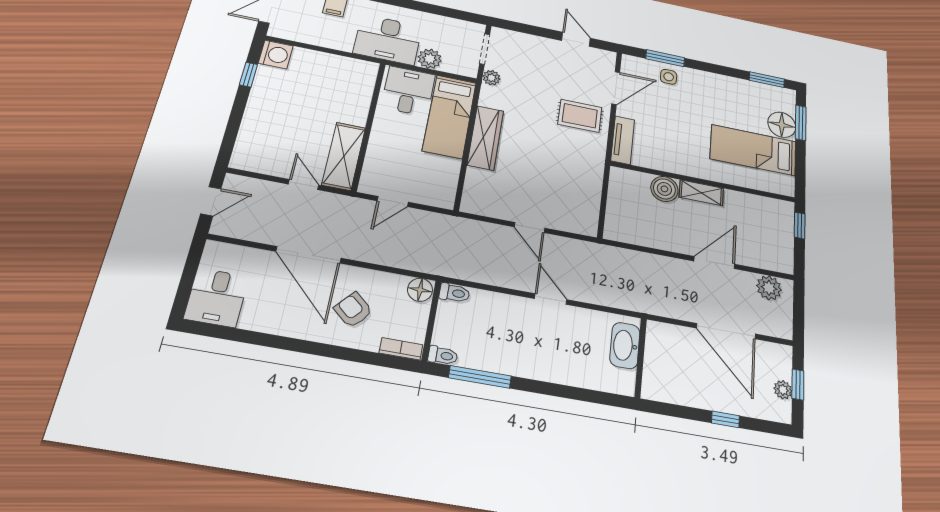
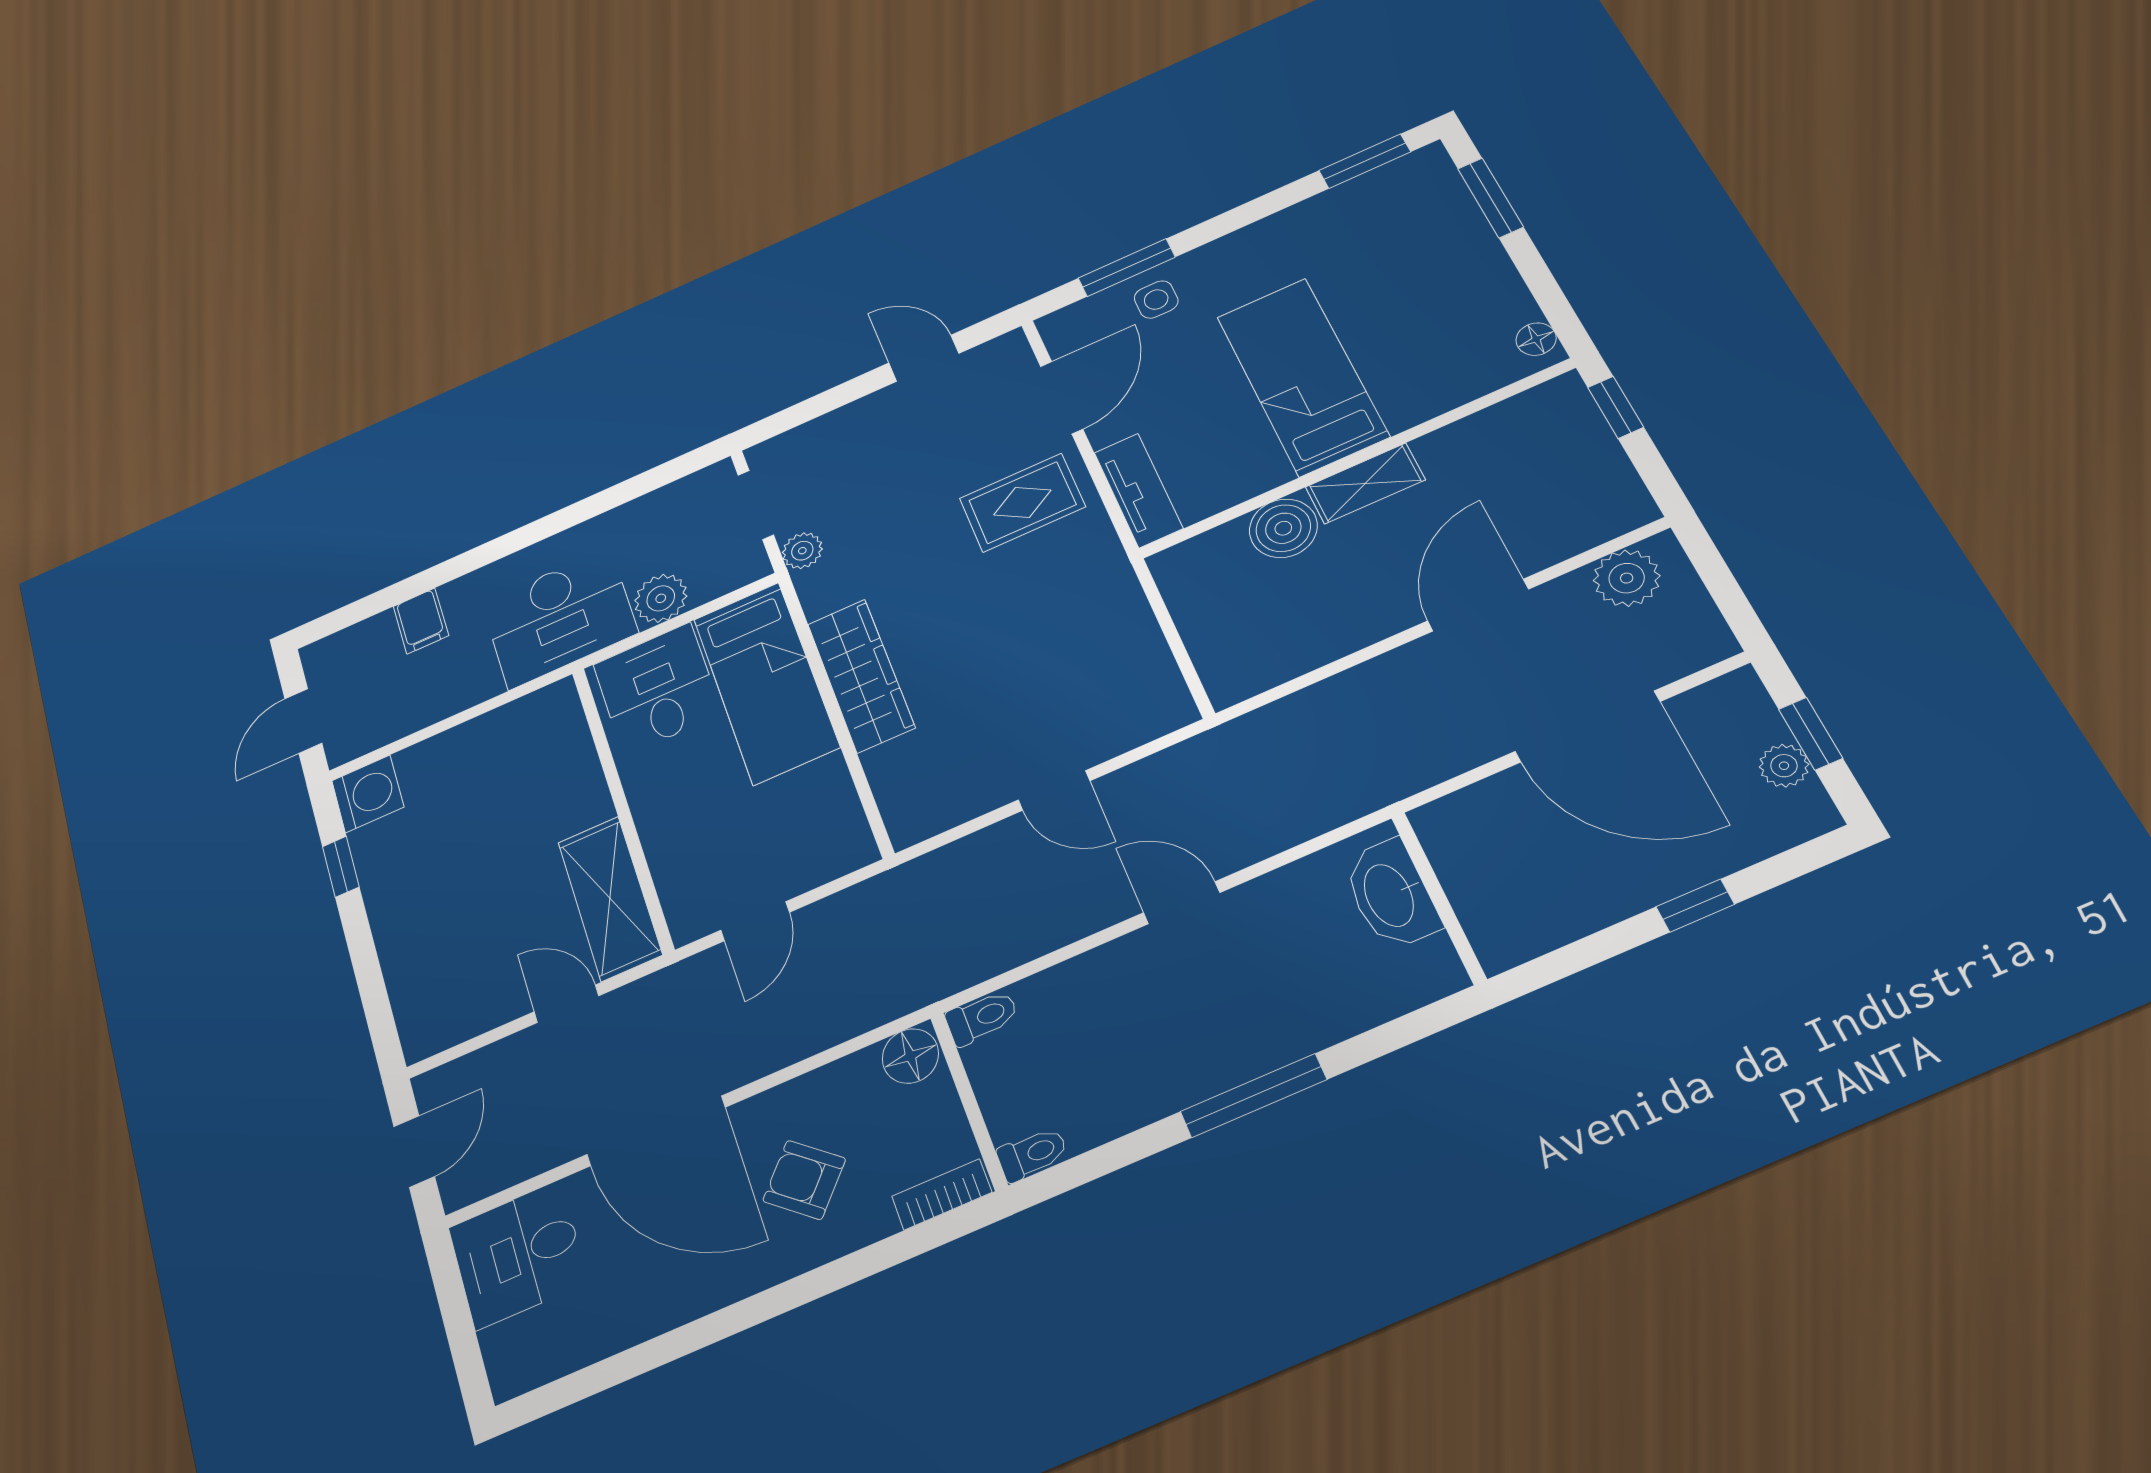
floor lamp: (782, 125) -> (1536, 339), moved, width x0.53, depth x0.53
bed: (753, 150) -> (1302, 376), moved, turned 90
desk: (217, 298) -> (518, 1255), moved, turned 90
window: (480, 377) -> (1253, 1095), moved

